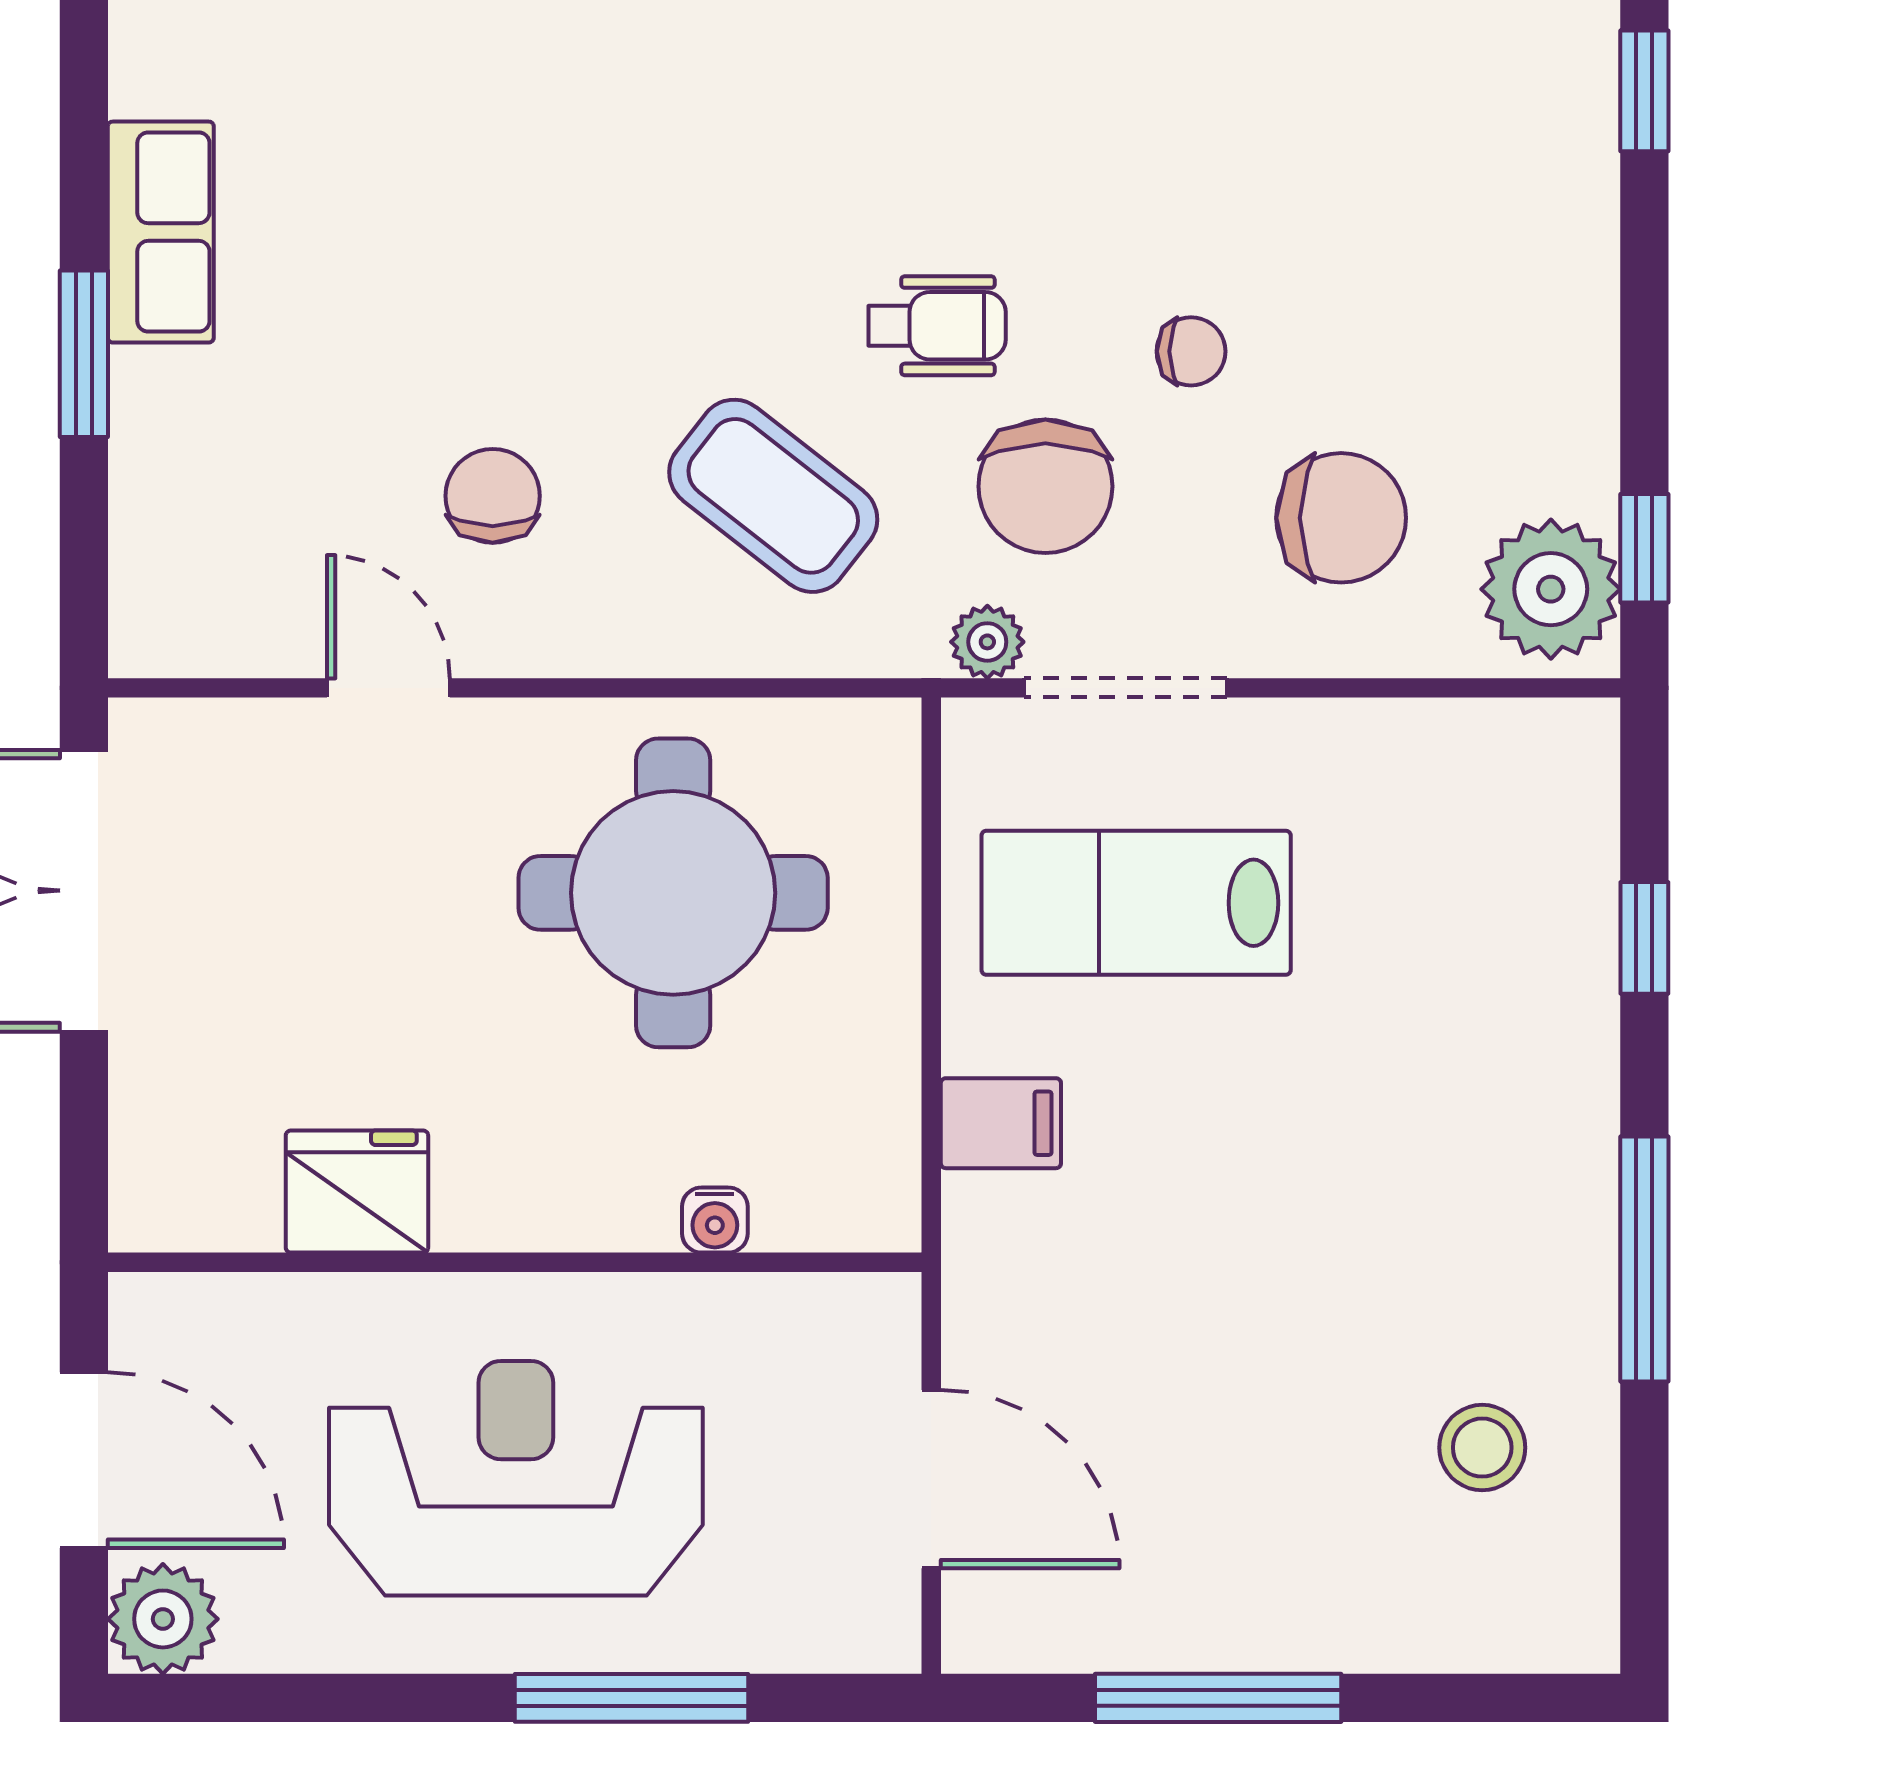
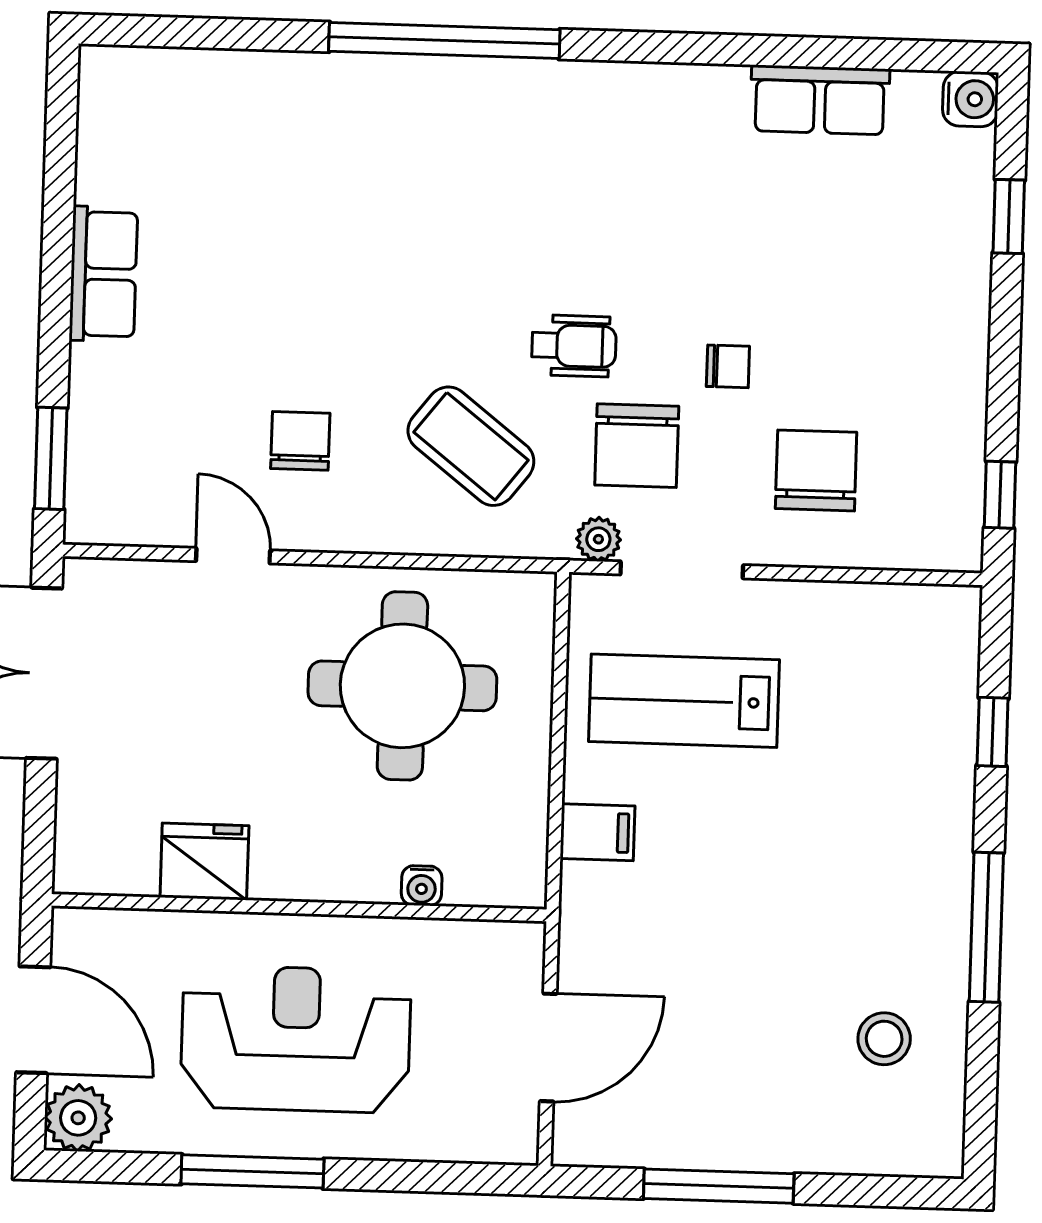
window: (84, 354) -> (51, 458), moved
chair: (1341, 518) -> (816, 470), turned -90
plant: (1551, 589) -> (942, 518), removed
door: (931, 1479) -> (548, 1047), hinge flipped
window: (632, 1698) -> (252, 1171), moved

